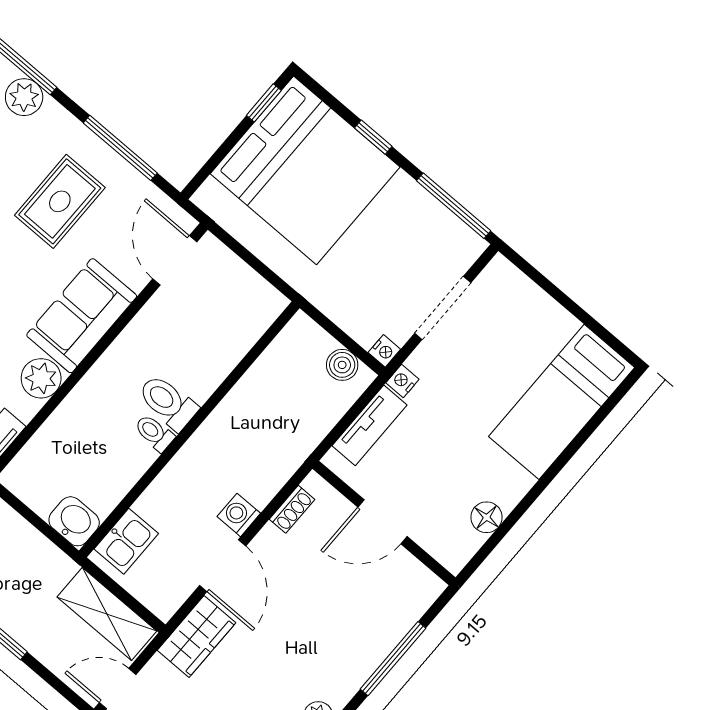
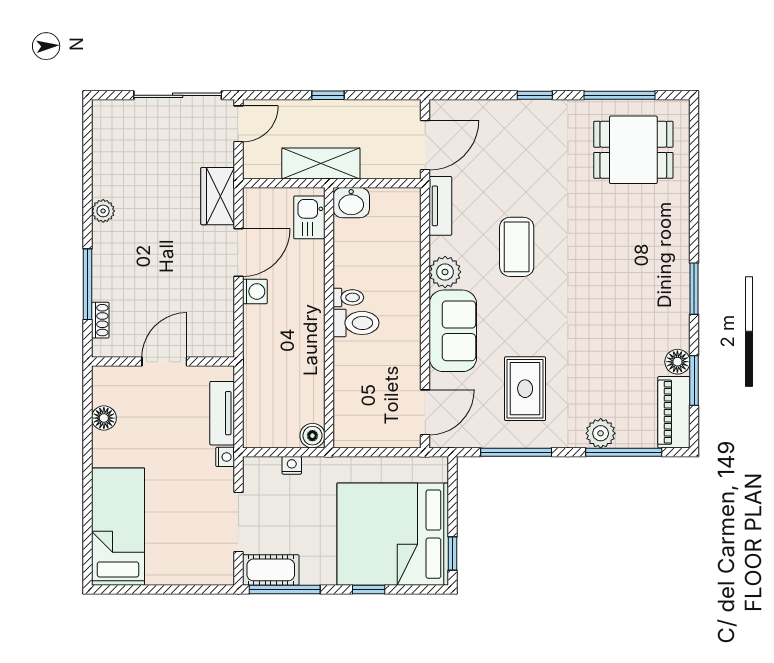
cot: (451, 236) -> (271, 570), added
door: (175, 260) -> (425, 412), hinge flipped
nightstand: (384, 351) -> (292, 465), moved, turned 90
boiler: (342, 365) -> (312, 436), moved
shoe rack: (292, 509) -> (100, 320), moved, turned 180
door: (223, 566) -> (238, 253), swing flipped
shelving: (107, 614) -> (321, 163), moved

